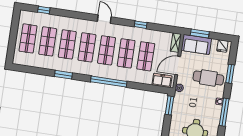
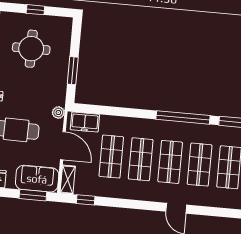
window: (141, 25) -> (86, 200), moved
door: (178, 66) -> (63, 146), hinge flipped
window: (109, 82) -> (183, 117), moved
window: (170, 105) -> (73, 71), moved

